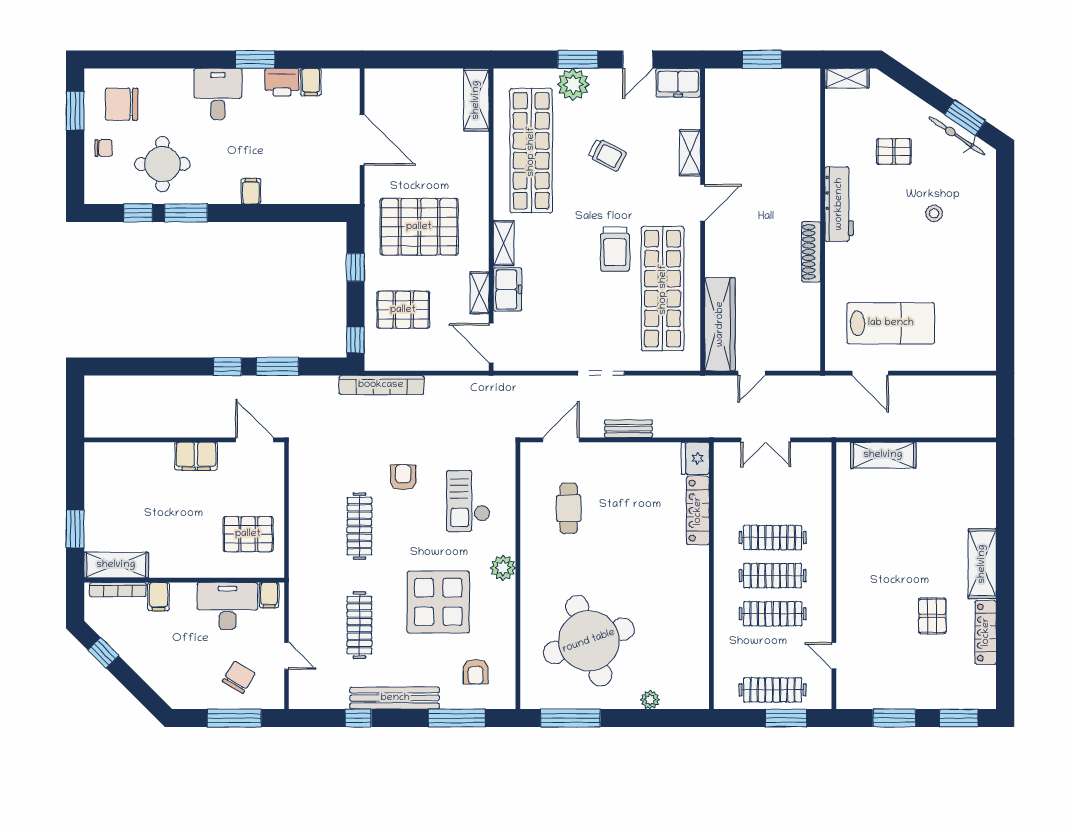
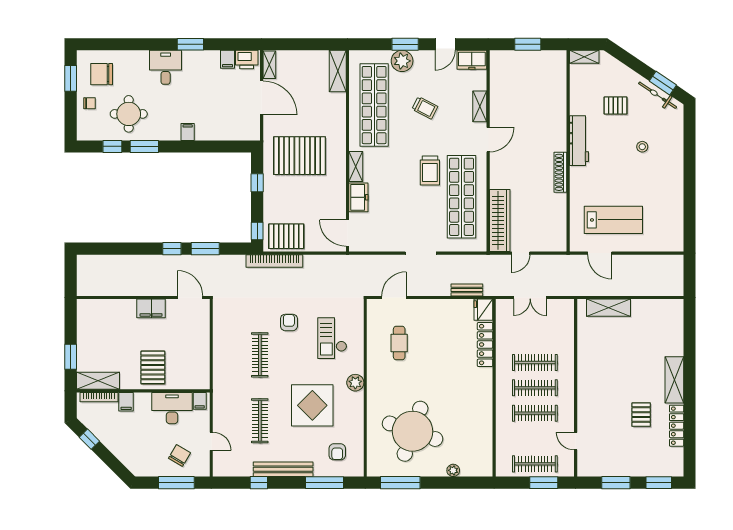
printer: (282, 82) -> (247, 59), moved
shelving: (480, 293) -> (269, 65), moved
pallet: (403, 310) -> (286, 236), moved
bench: (628, 429) -> (467, 290), moved
pallet: (248, 534) -> (153, 367), moved, turned 90
round table: (589, 641) -> (413, 431), turned 38

